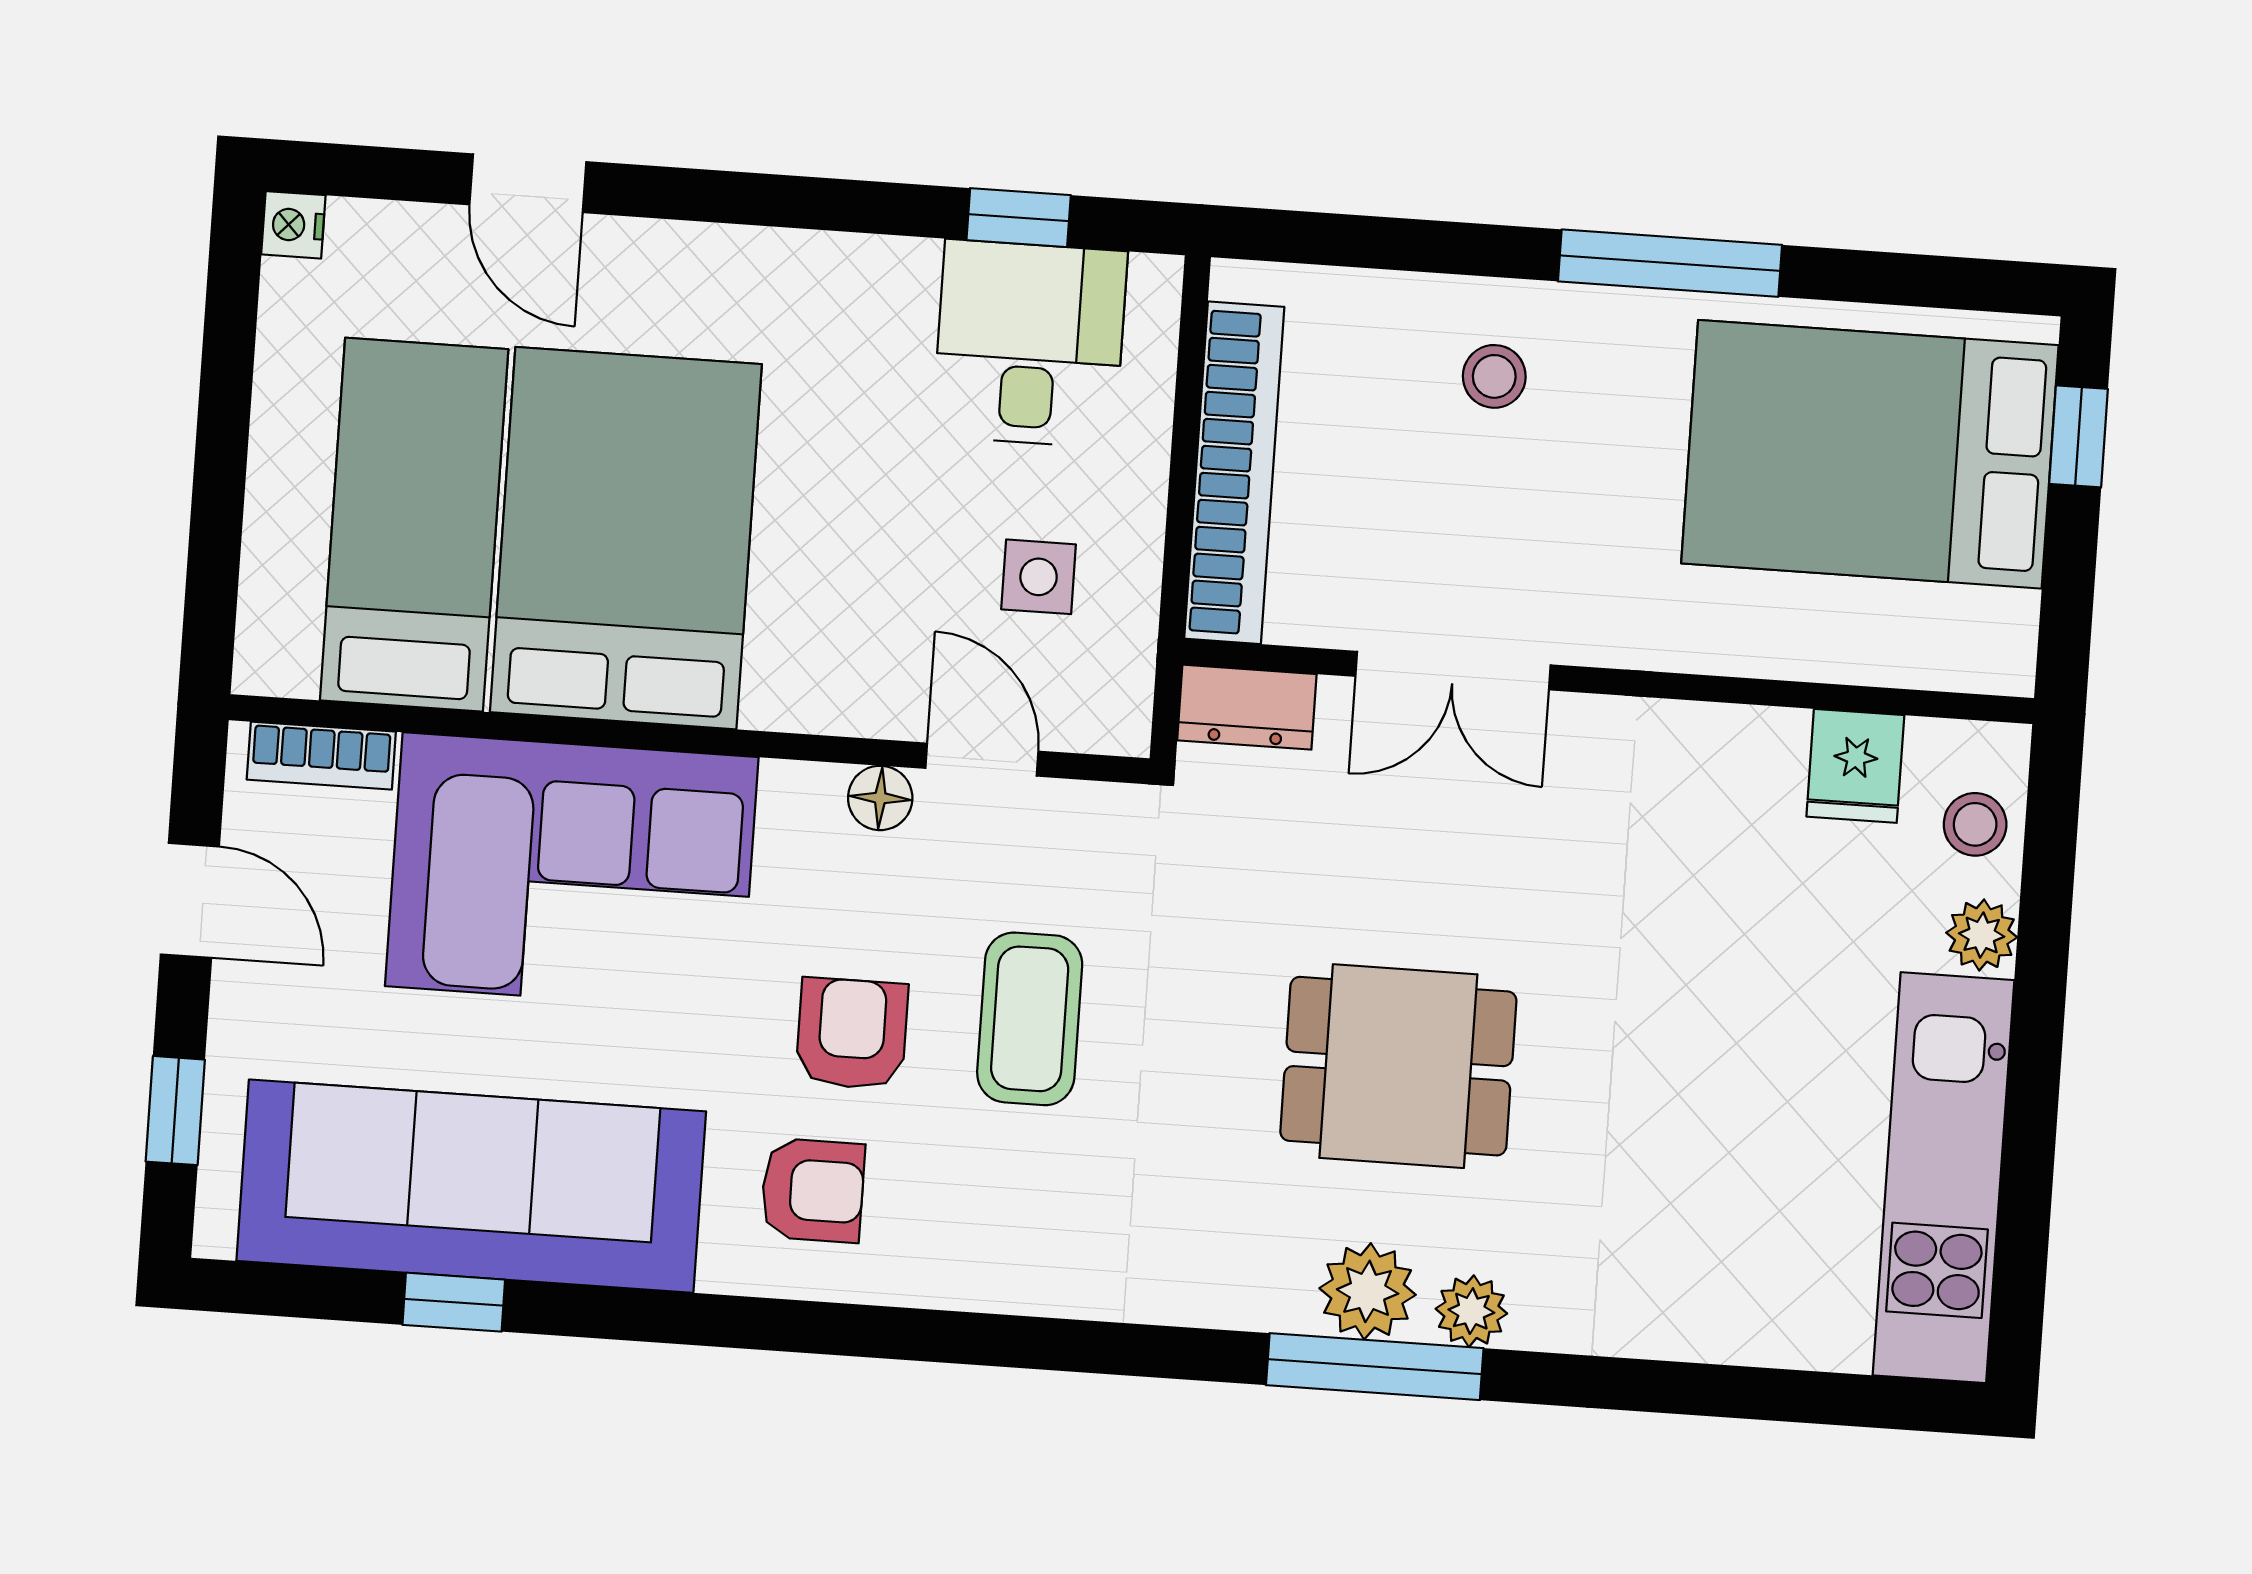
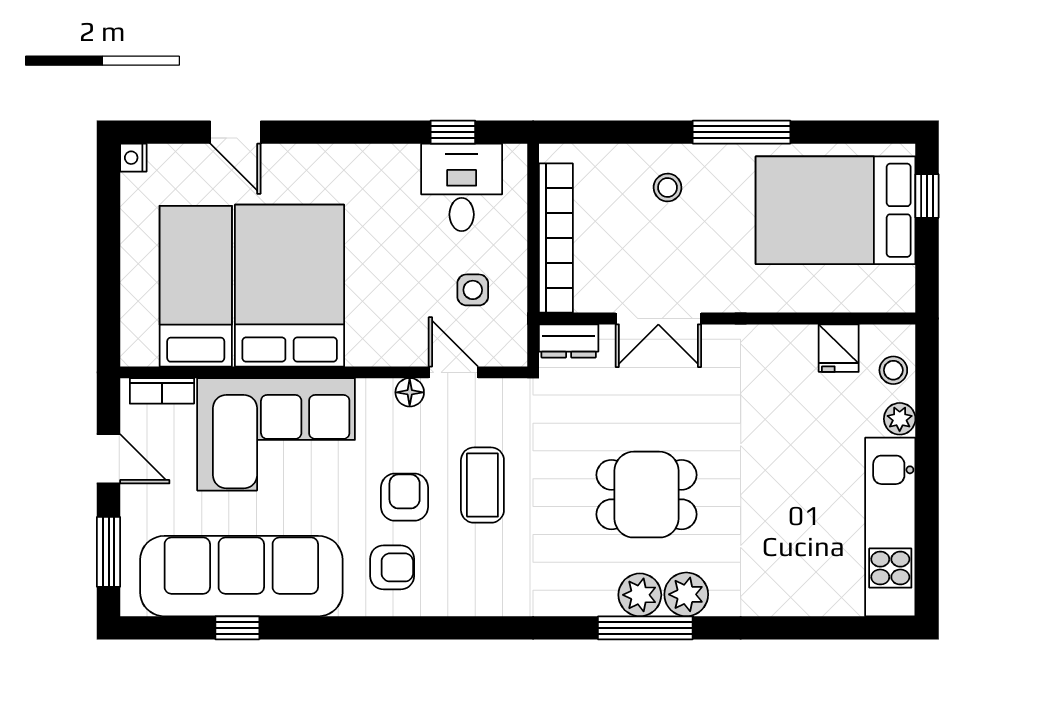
window: (175, 1111) -> (109, 552), width x1.50
plant: (1471, 1311) -> (686, 594), width x1.38, depth x1.38

